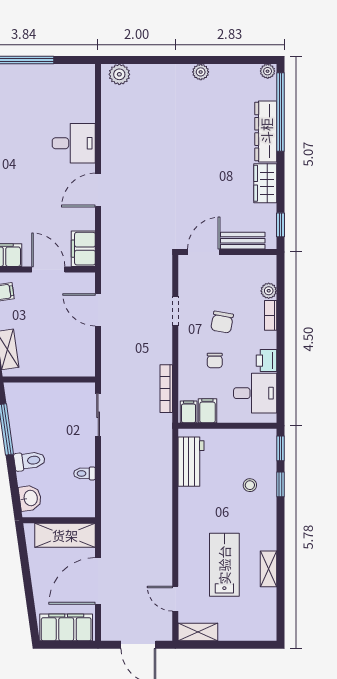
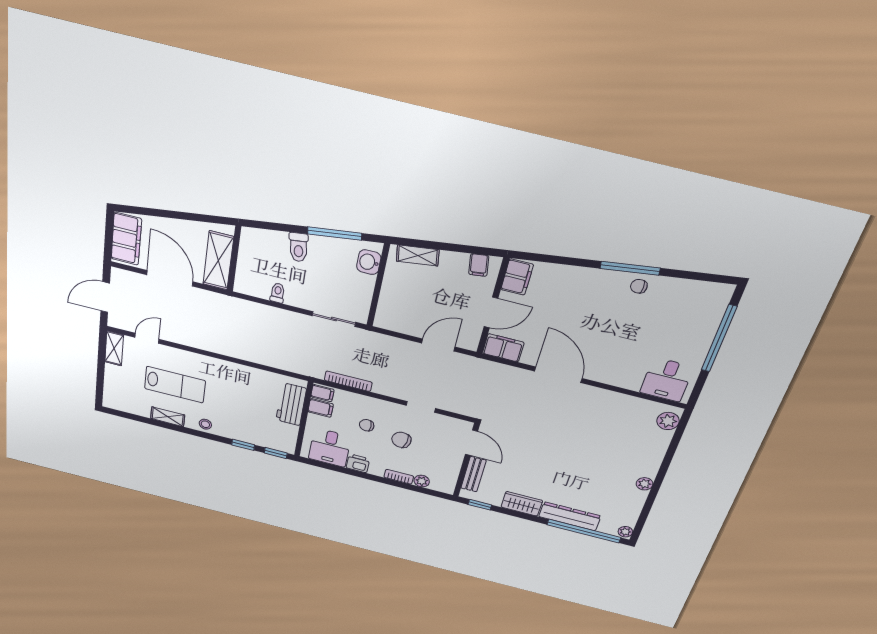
desk: (74, 143) -> (667, 380), moved
door: (98, 190) -> (558, 375), width x1.36
workbench: (191, 462) -> (291, 404), moved, turned 90
stool: (250, 485) -> (205, 424), moved
washbasin: (30, 498) -> (369, 262), moved, turned 98

